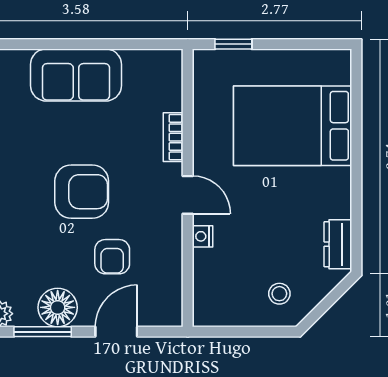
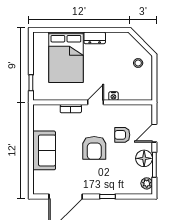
armchair: (82, 192) -> (94, 148), turned 180
dresser: (338, 244) -> (95, 38), moved
armchair: (112, 257) -> (122, 135), turned 180
door: (116, 332) -> (154, 133), hinge flipped

